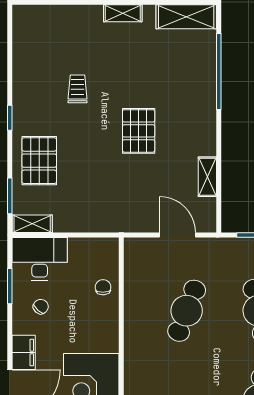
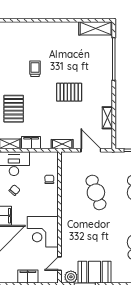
shelving: (123, 13) -> (62, 144), moved
pallet: (139, 131) -> (69, 92), turned 90
filing cabinet: (70, 221) -> (31, 143), added
cafe table: (187, 311) -> (96, 192), turned -39

